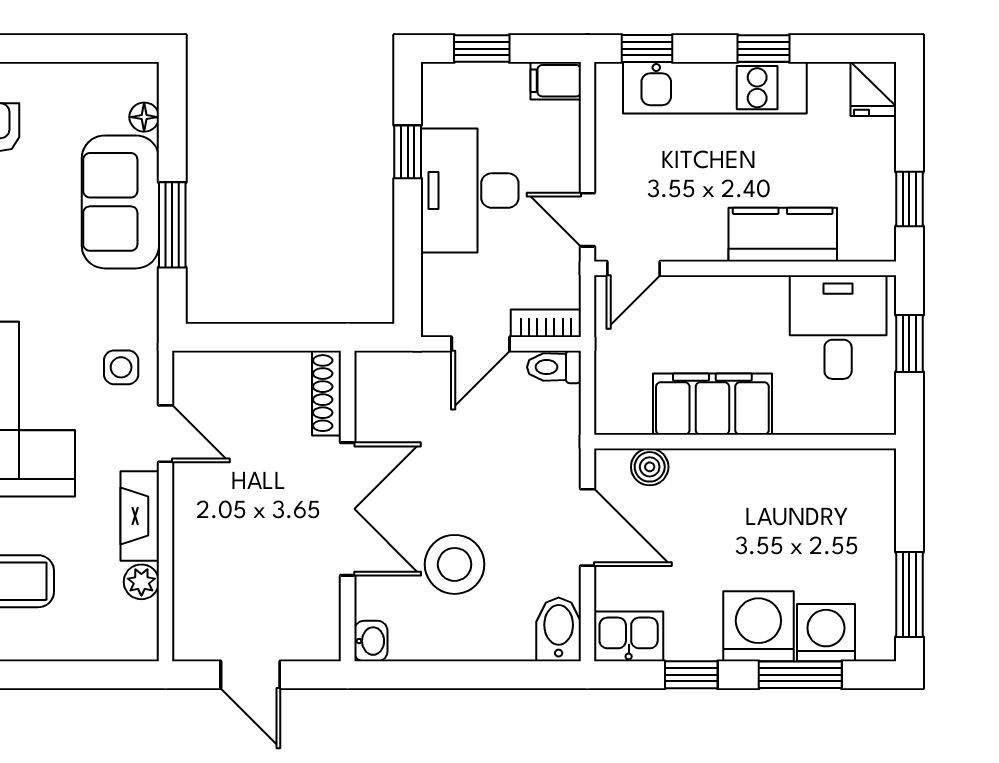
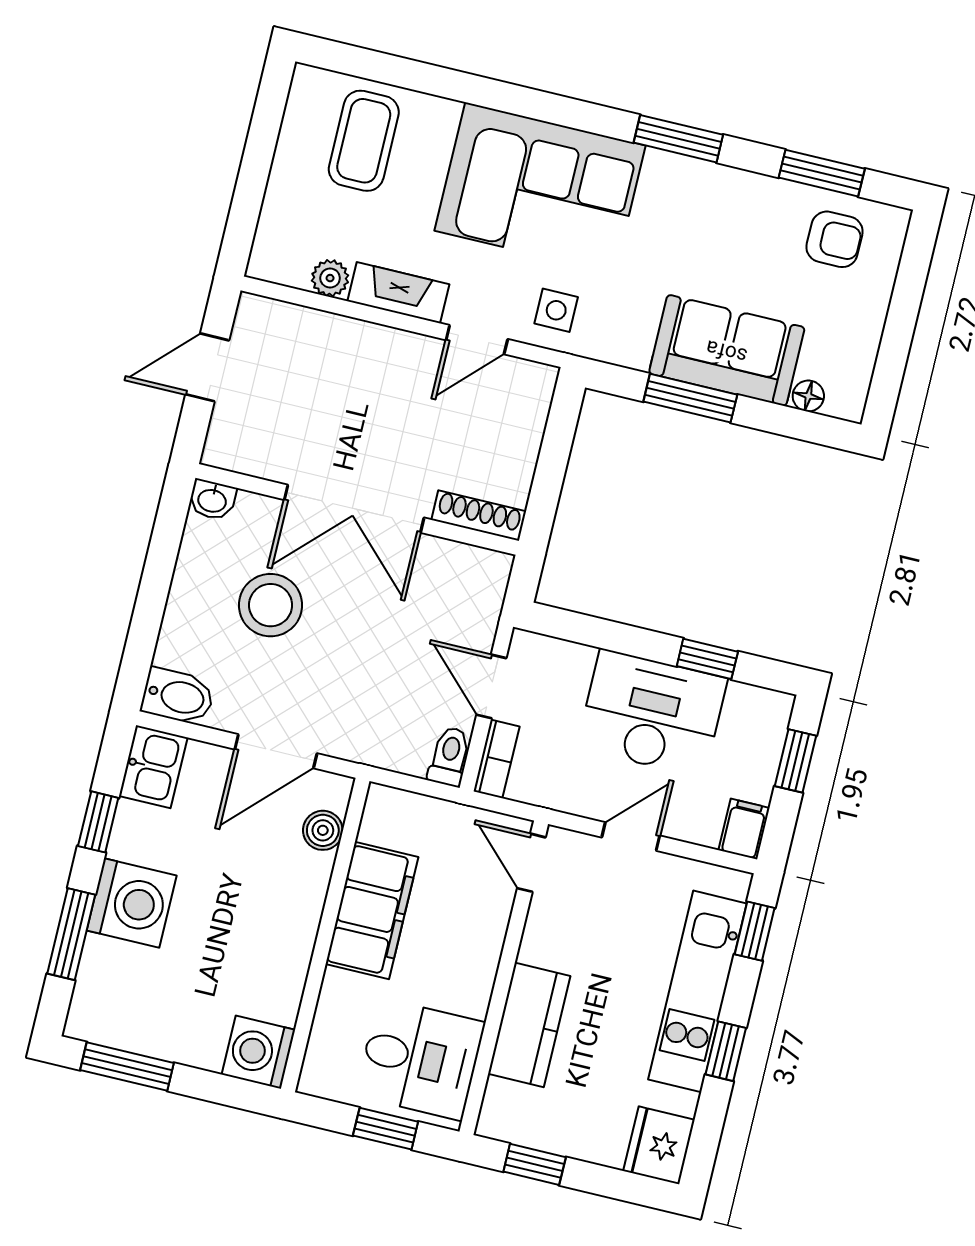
fridge: (873, 89) -> (659, 1145), width x1.38
door: (587, 220) -> (631, 836), moved
washing machine: (826, 633) -> (258, 1052), moved, turned 180

